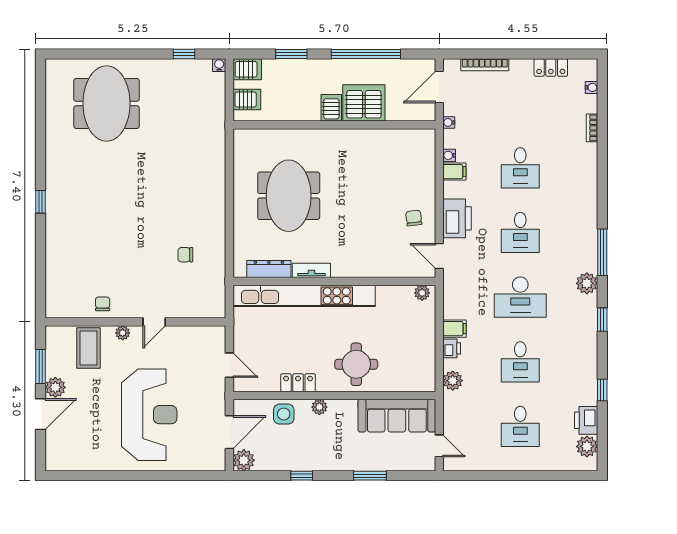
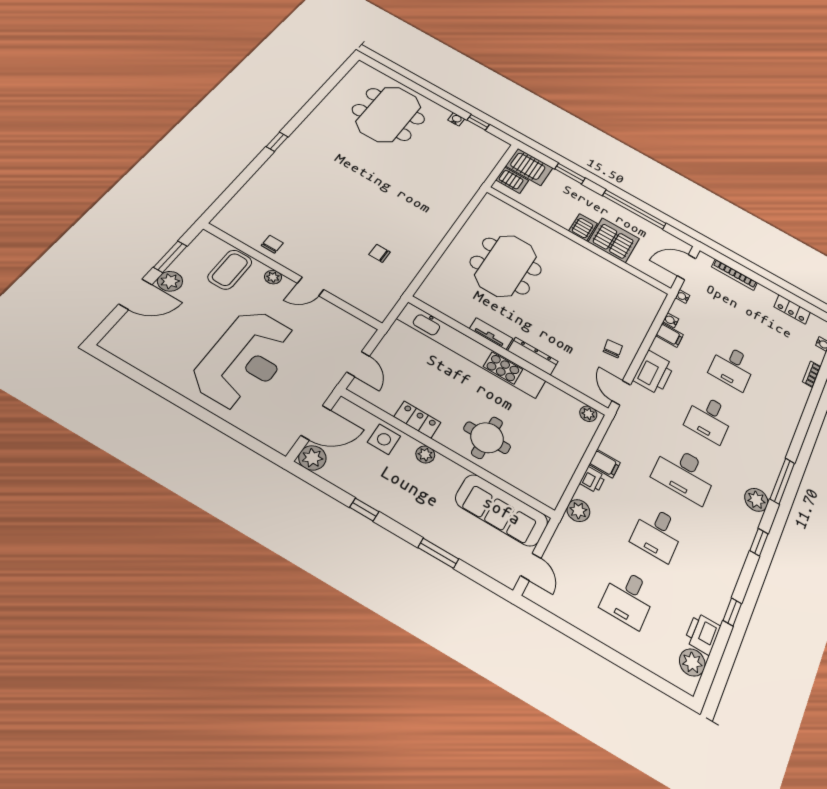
water cooler: (219, 65) -> (456, 119), moved
server rack: (247, 69) -> (529, 167), width x1.36, depth x1.44
dresser: (269, 269) -> (533, 356), moved

